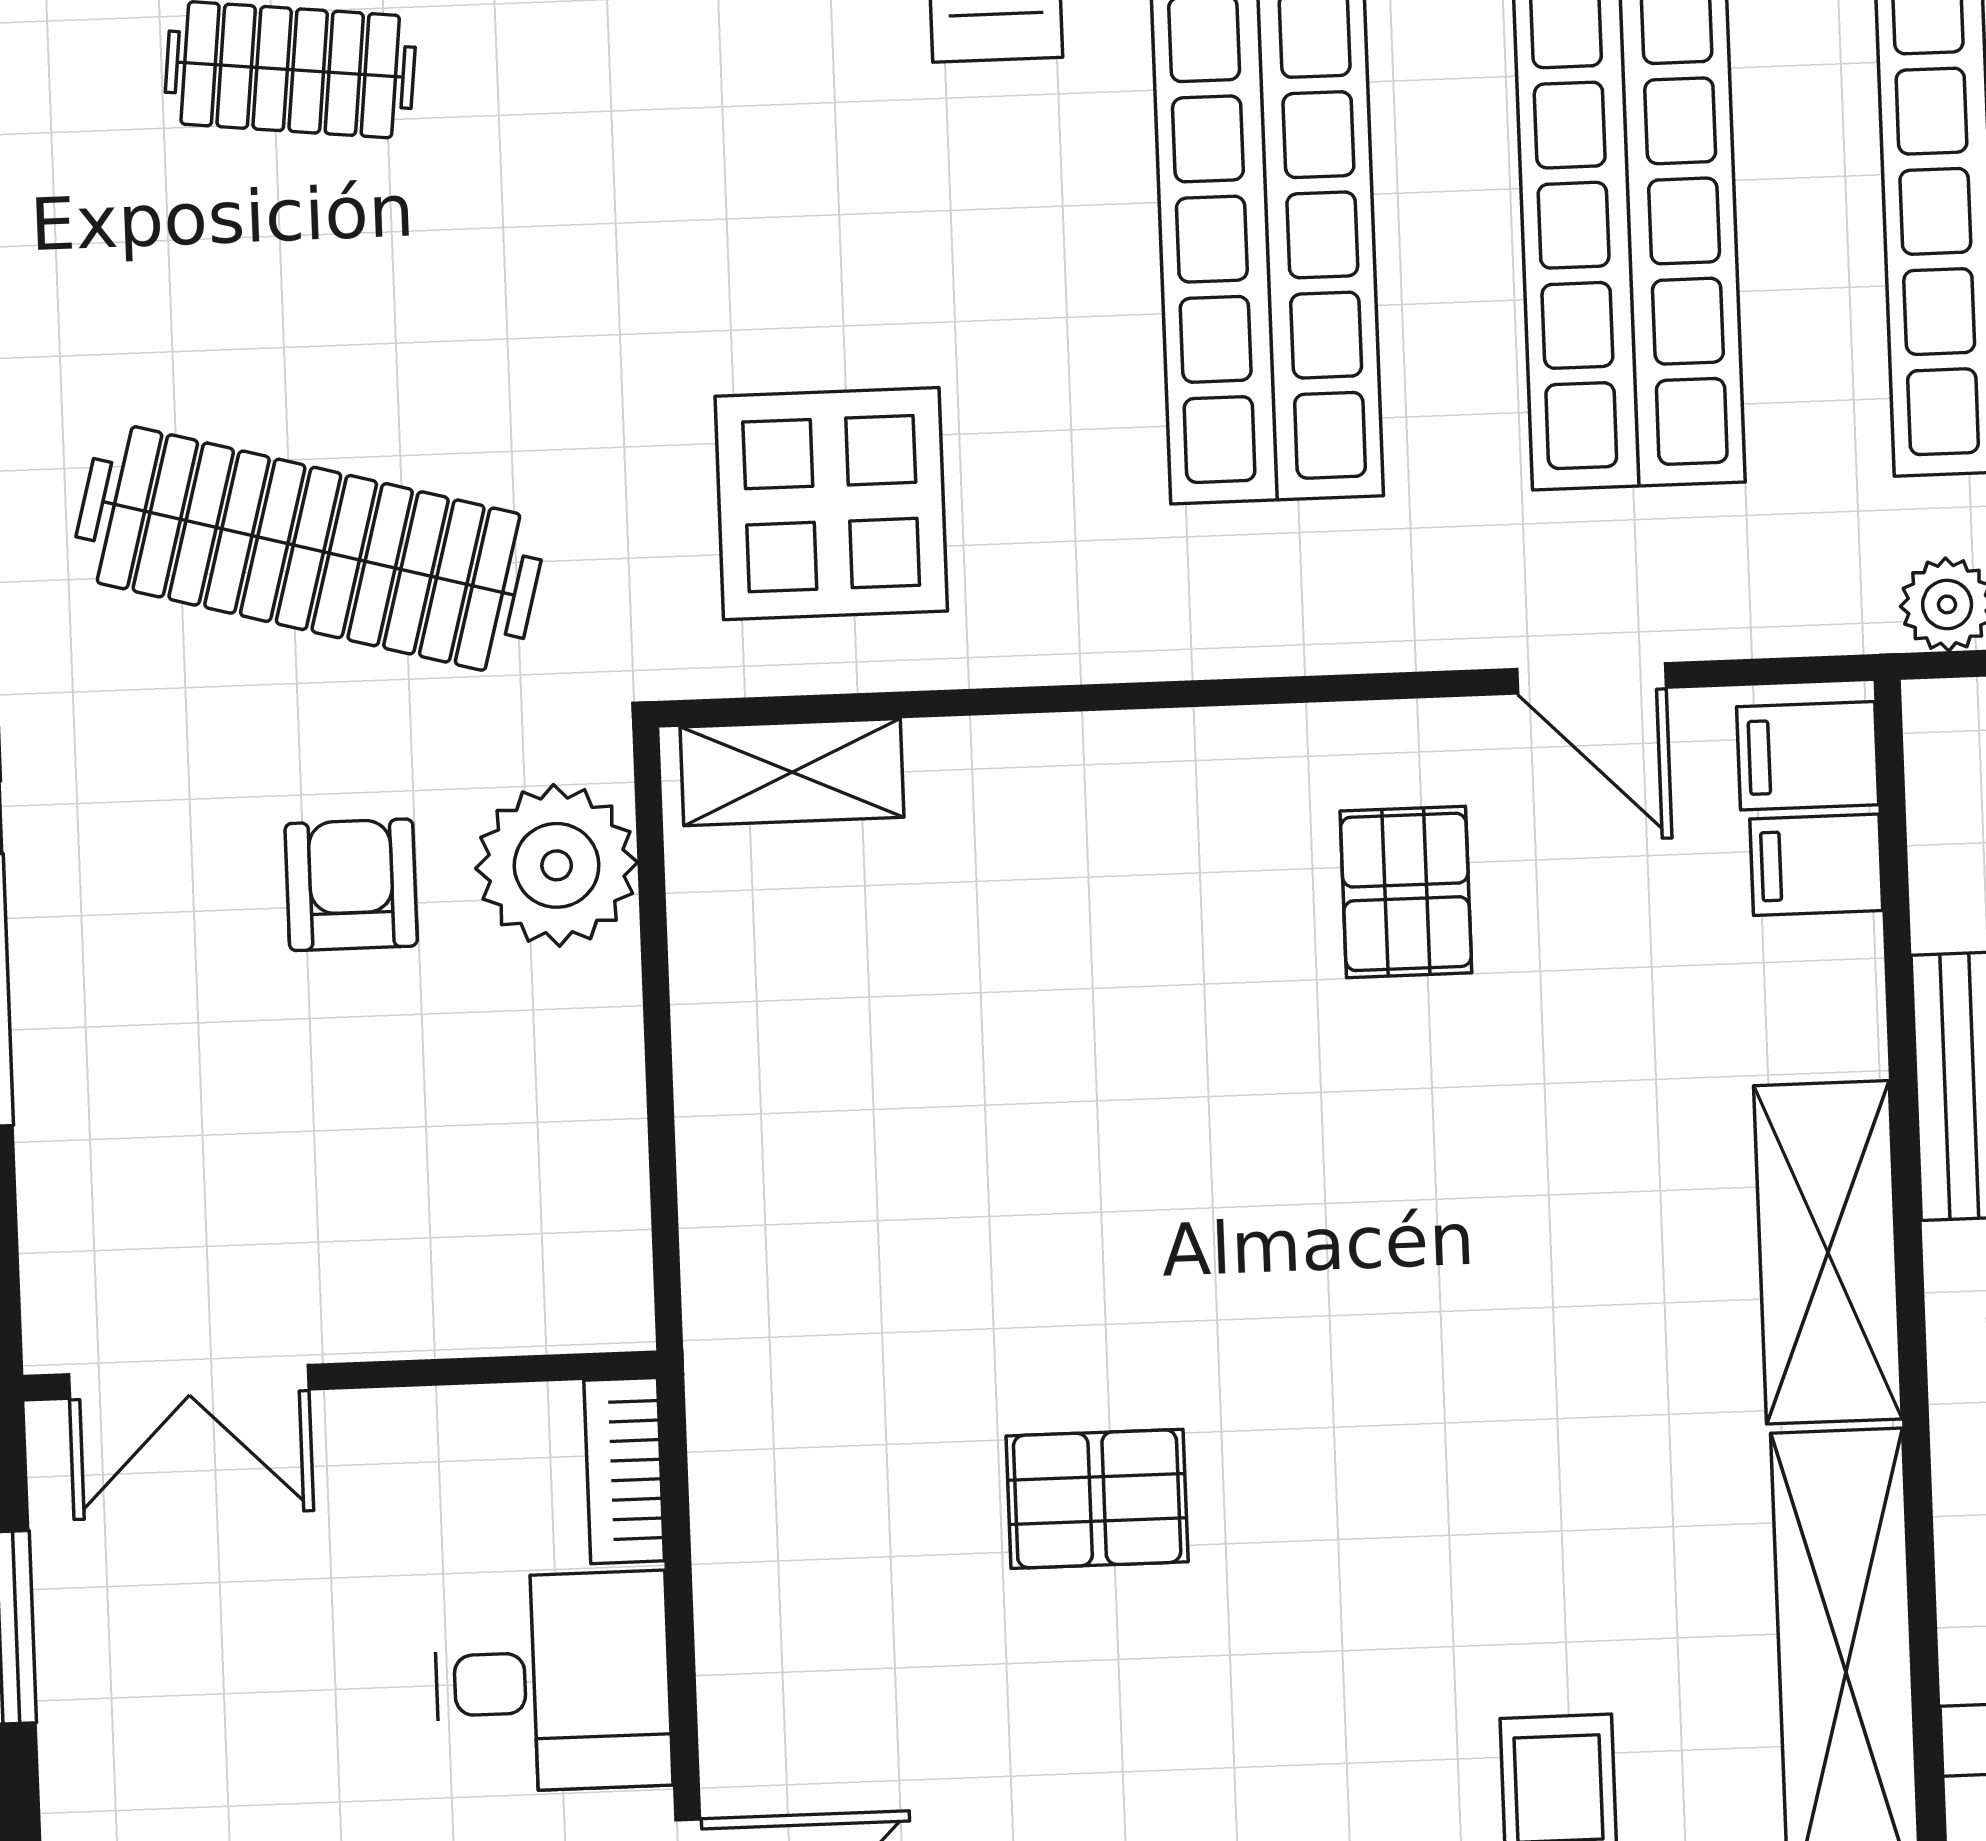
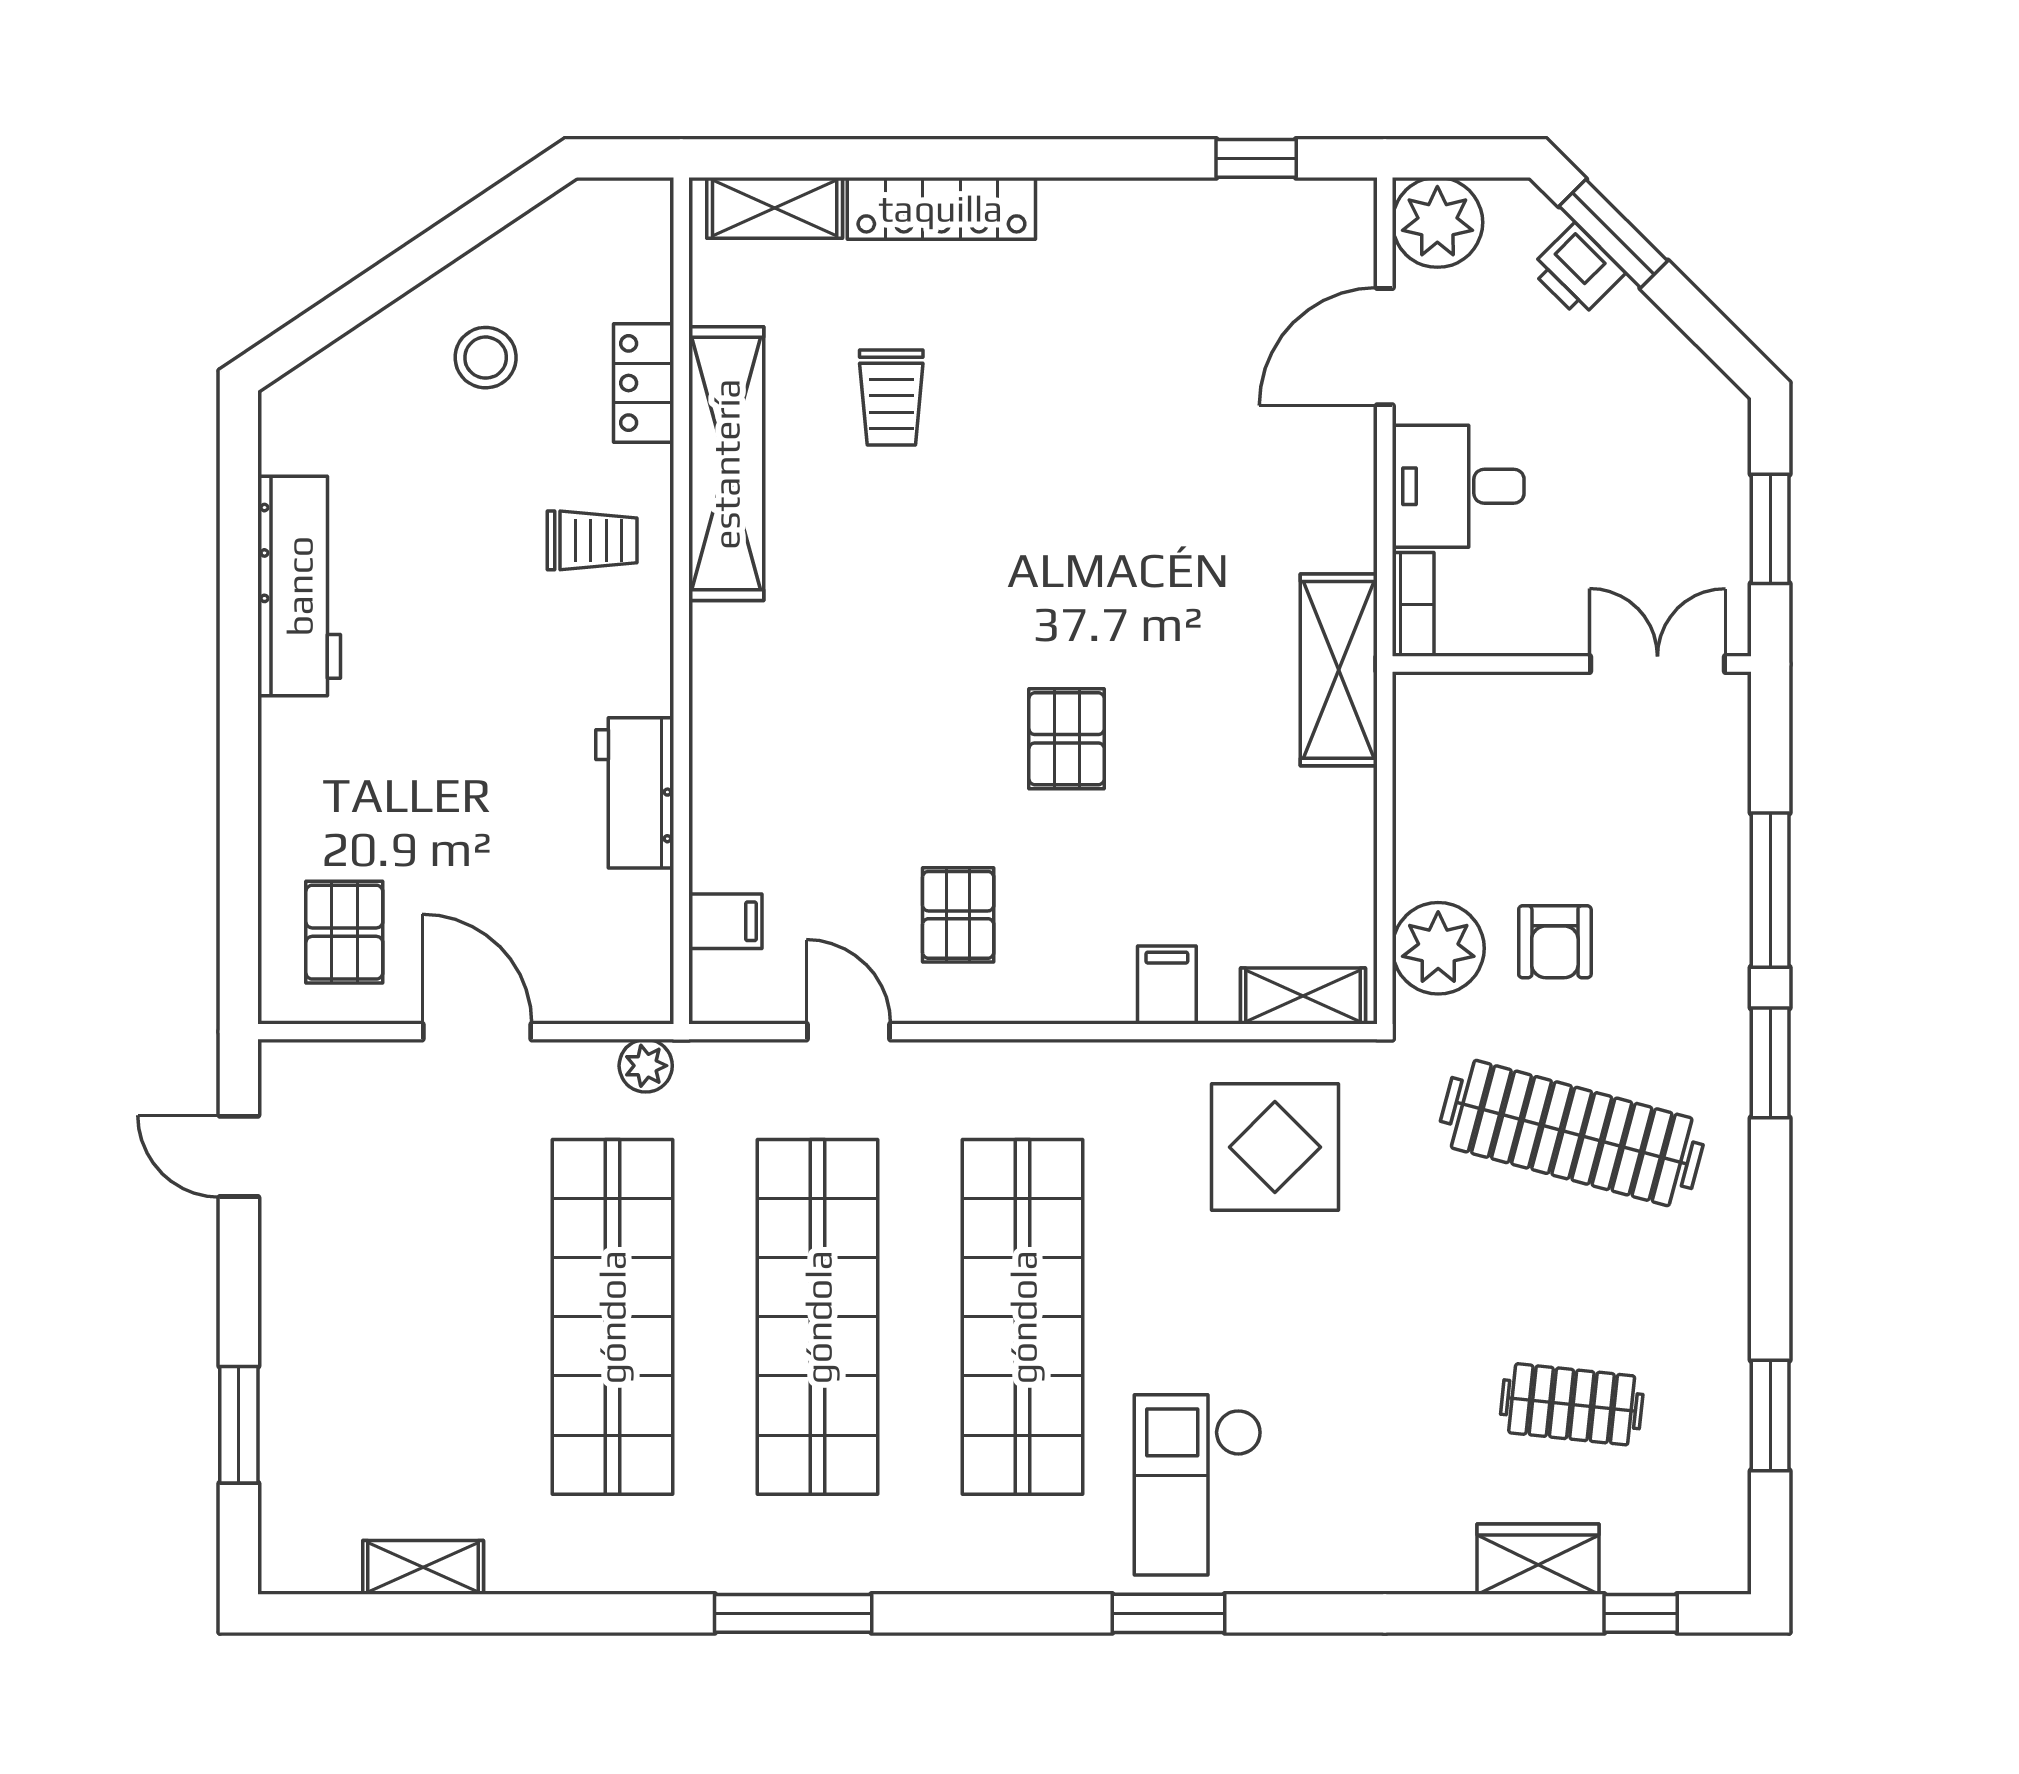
filing cabinet: (1808, 756) -> (1167, 985), moved, turned -90
shelving: (1828, 1252) -> (1339, 670), moved
pallet: (1097, 1499) -> (1067, 739), moved, turned 90

